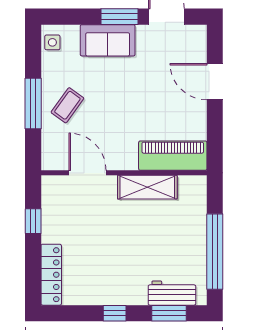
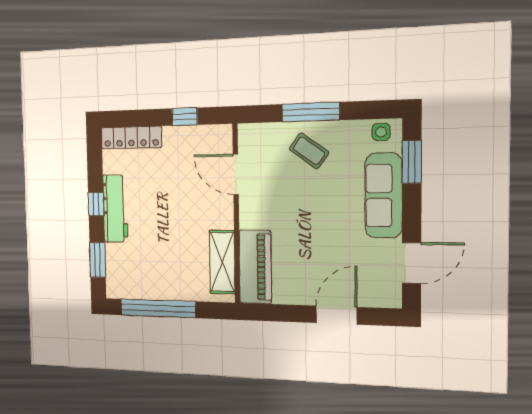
window: (119, 17) -> (412, 162), moved
sofa: (108, 40) -> (384, 196), width x1.36
door: (88, 173) -> (236, 174), swing flipped
shelving: (147, 187) -> (222, 262), moved
workbench: (172, 293) -> (115, 209), moved, width x1.38

